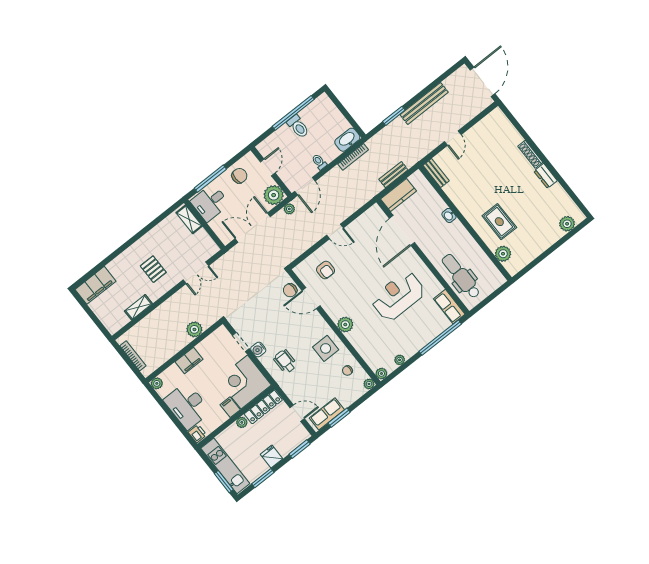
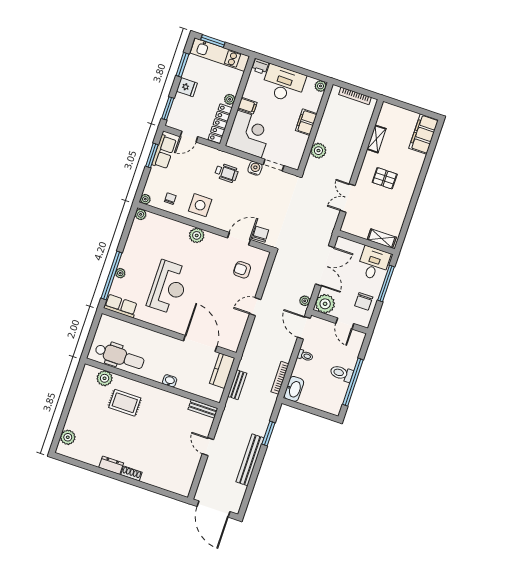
shoe rack: (530, 154) -> (131, 474), width x0.70
dental chair: (461, 276) -> (120, 356), moved
plant: (400, 360) -> (120, 273), moved

